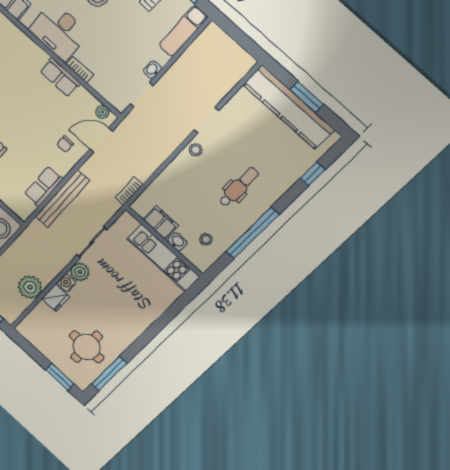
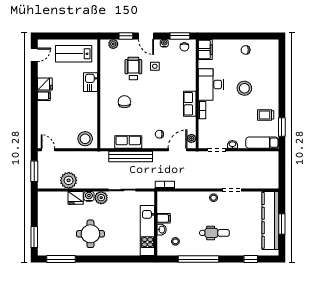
door: (101, 140) -> (177, 150), hinge flipped
filing cabinet: (161, 223) -> (164, 218), width x0.50
round table: (87, 347) -> (90, 234), moved

